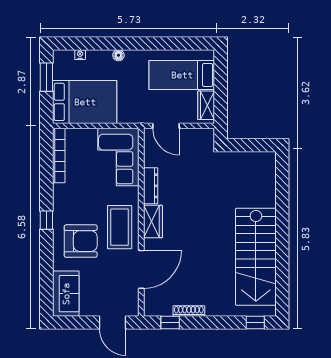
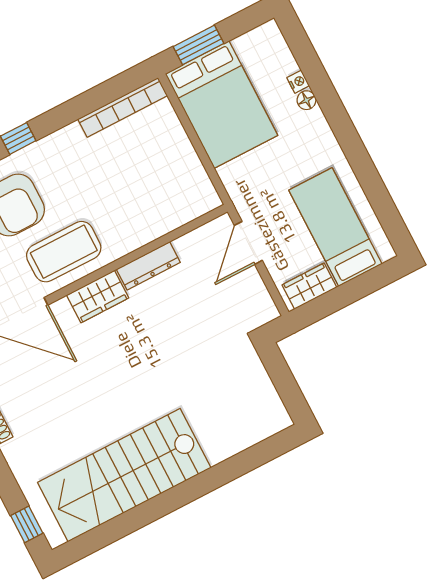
nightstand: (80, 55) -> (298, 82), moved
floor lamp: (118, 55) -> (306, 100), moved
window: (46, 77) -> (199, 45), moved
corner sofa: (118, 157) -> (166, 196), removed

